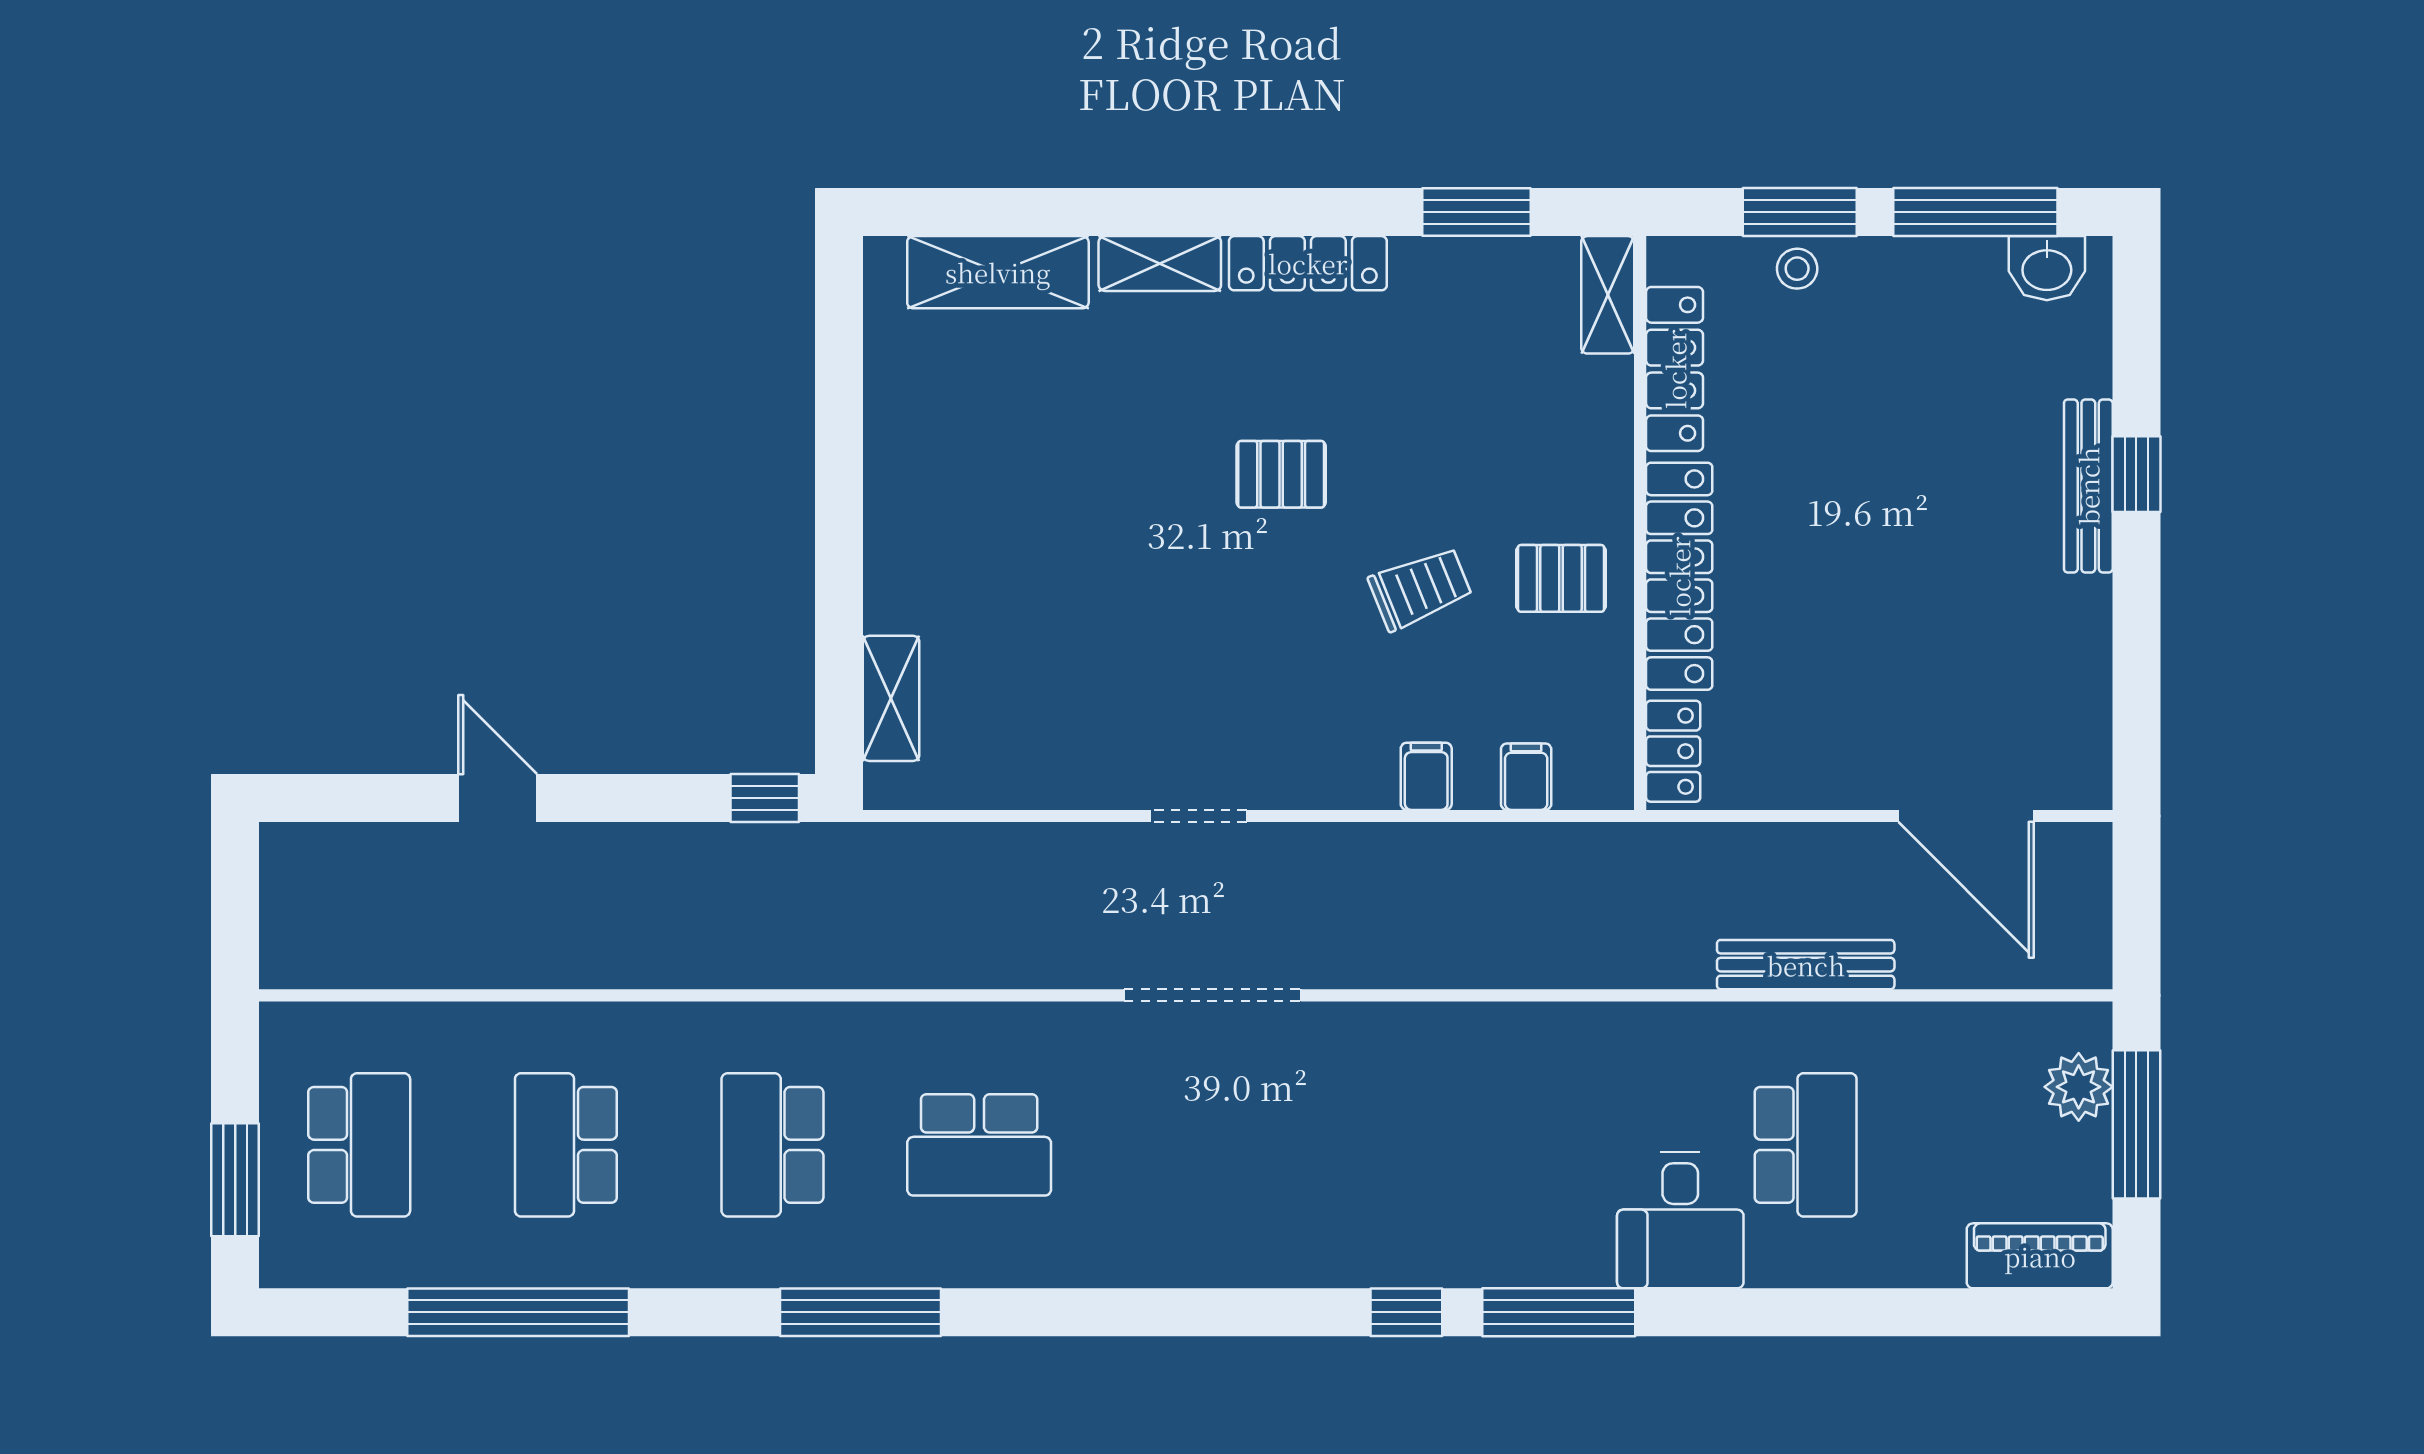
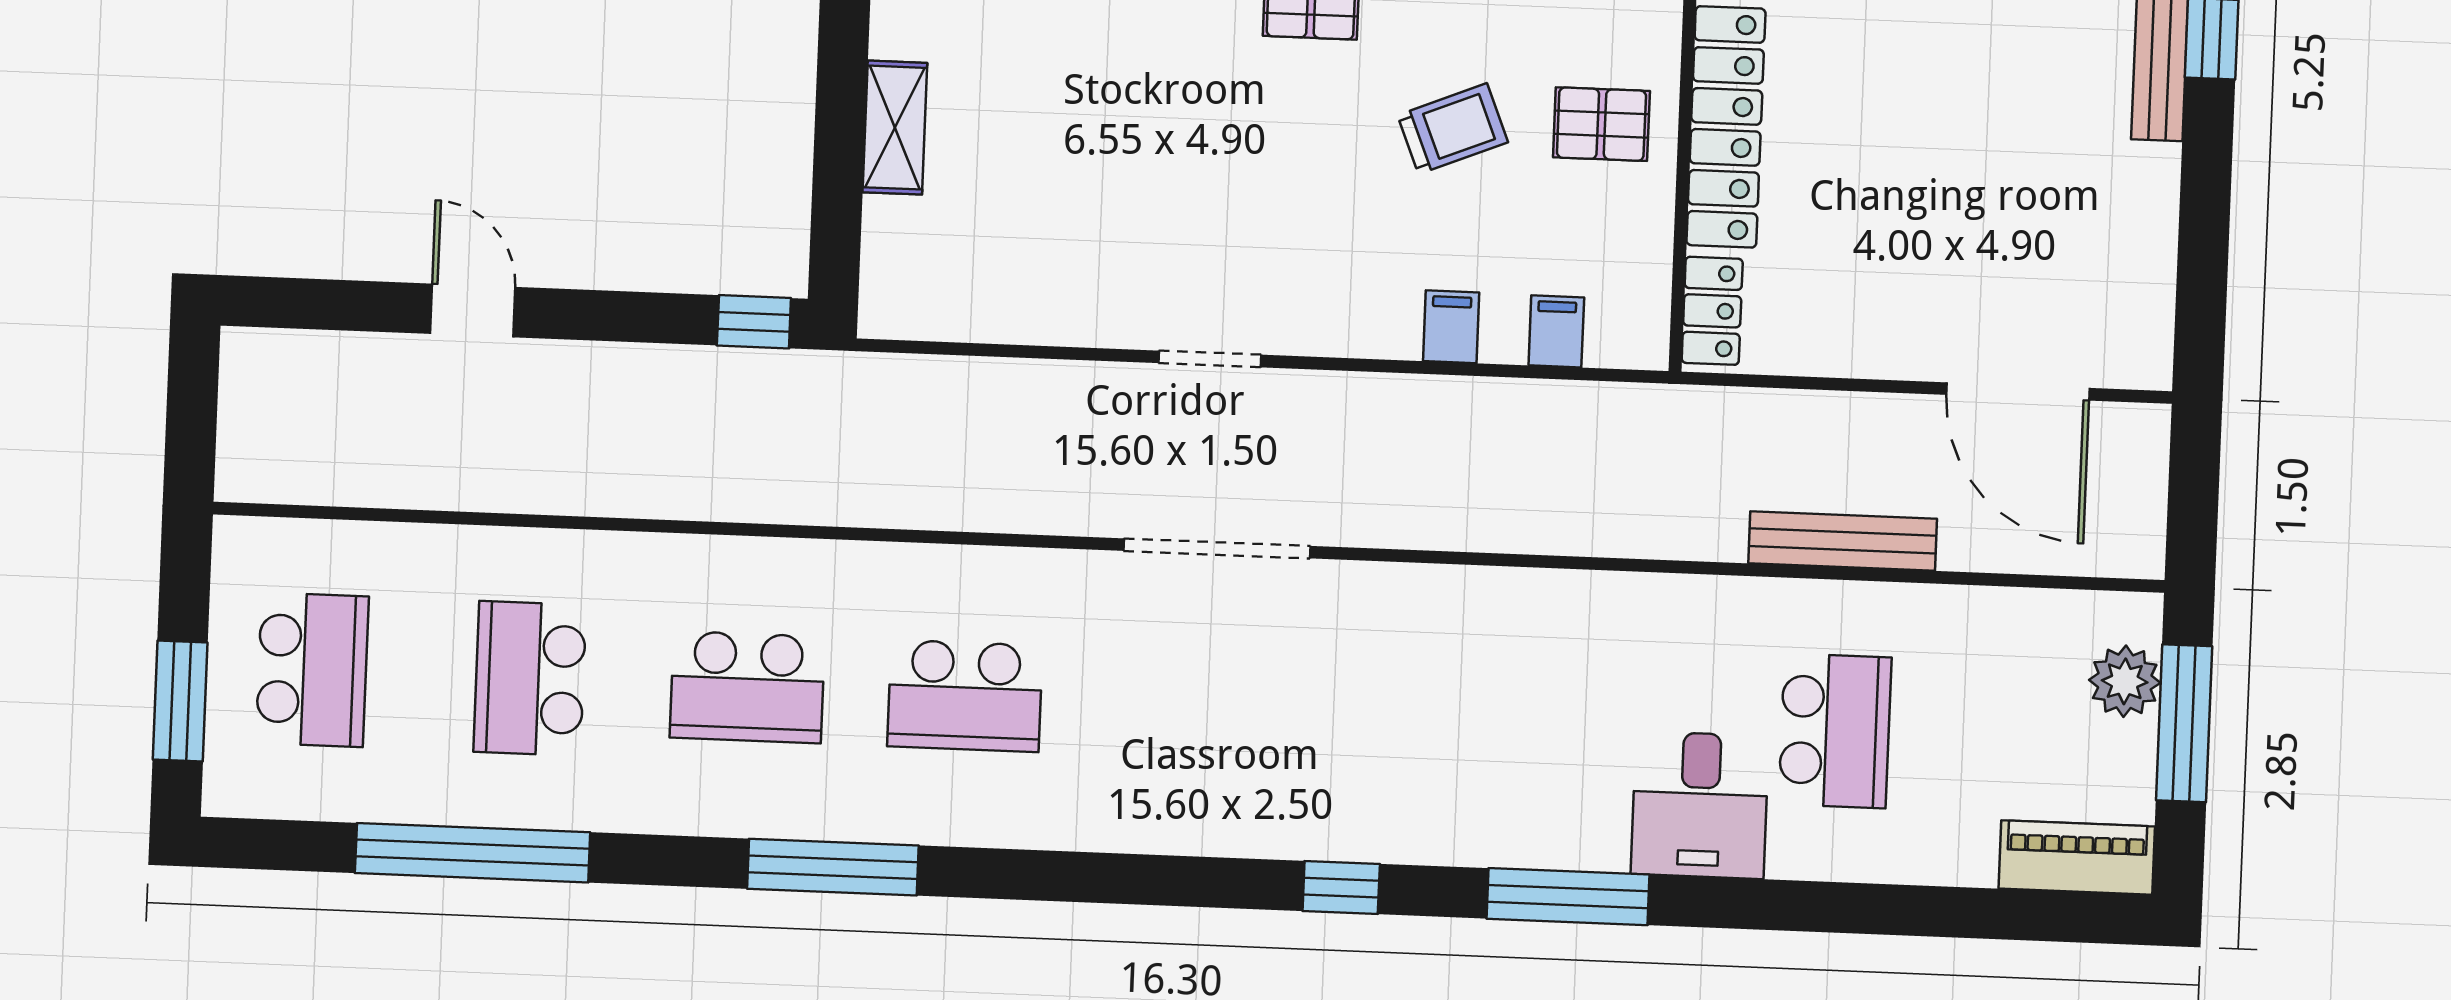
shelving: (891, 698) -> (895, 128), moved
school desk: (772, 1145) -> (747, 687), turned -90
window: (1406, 1312) -> (1341, 888), moved

